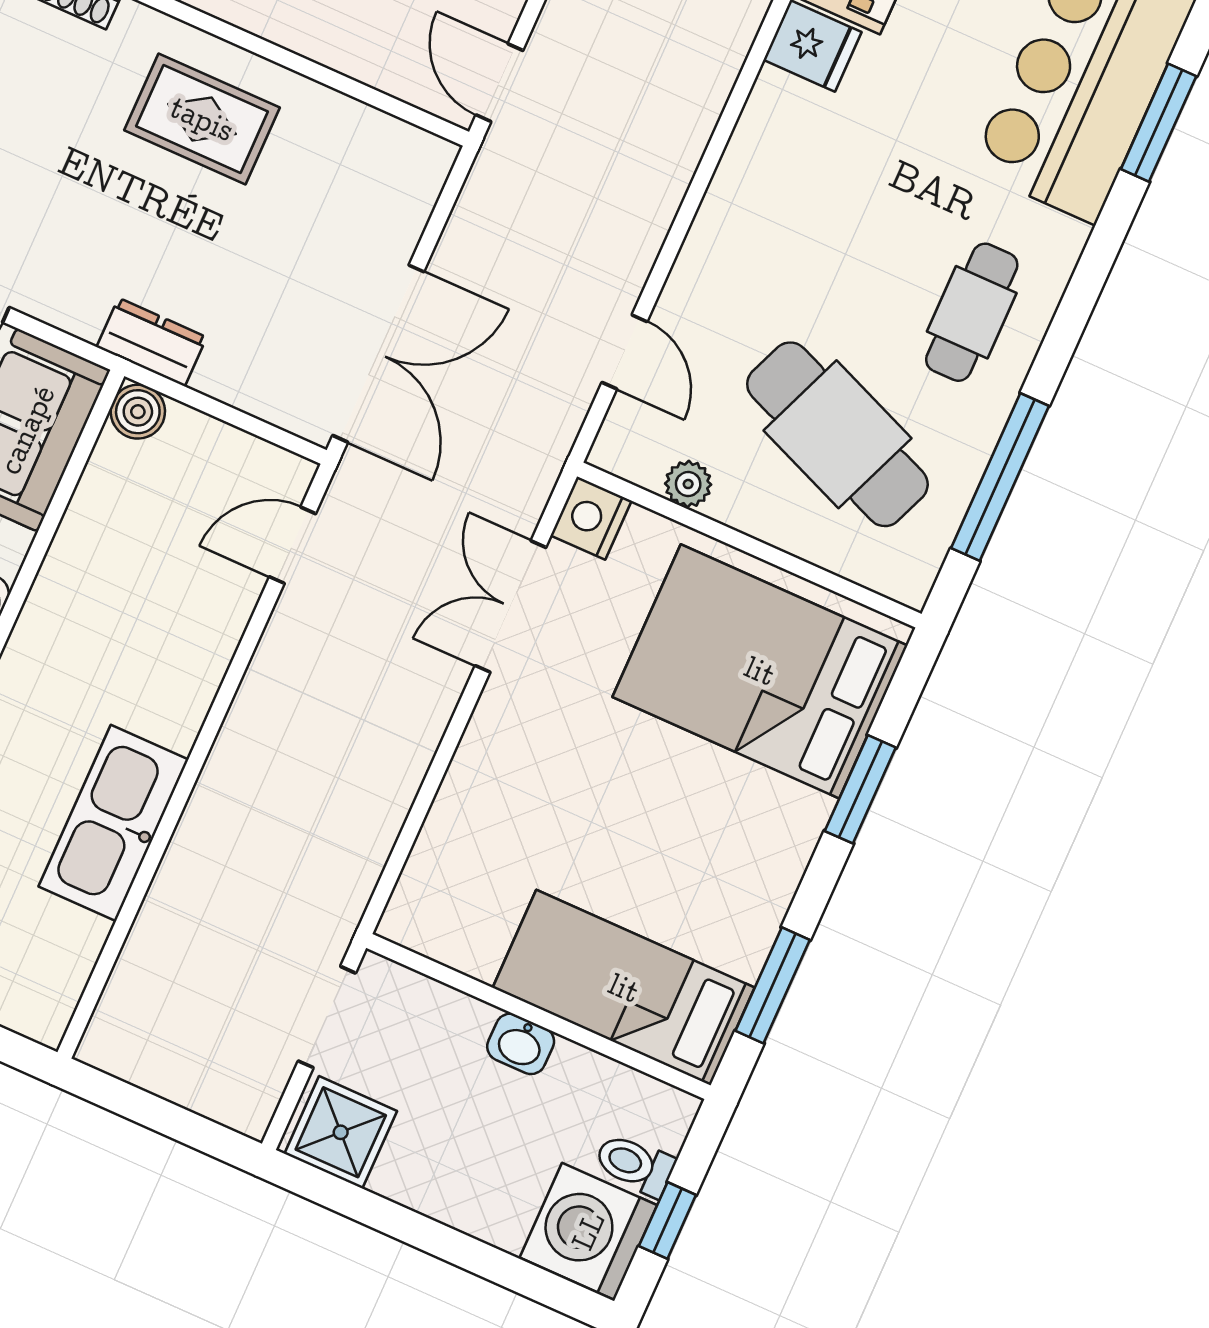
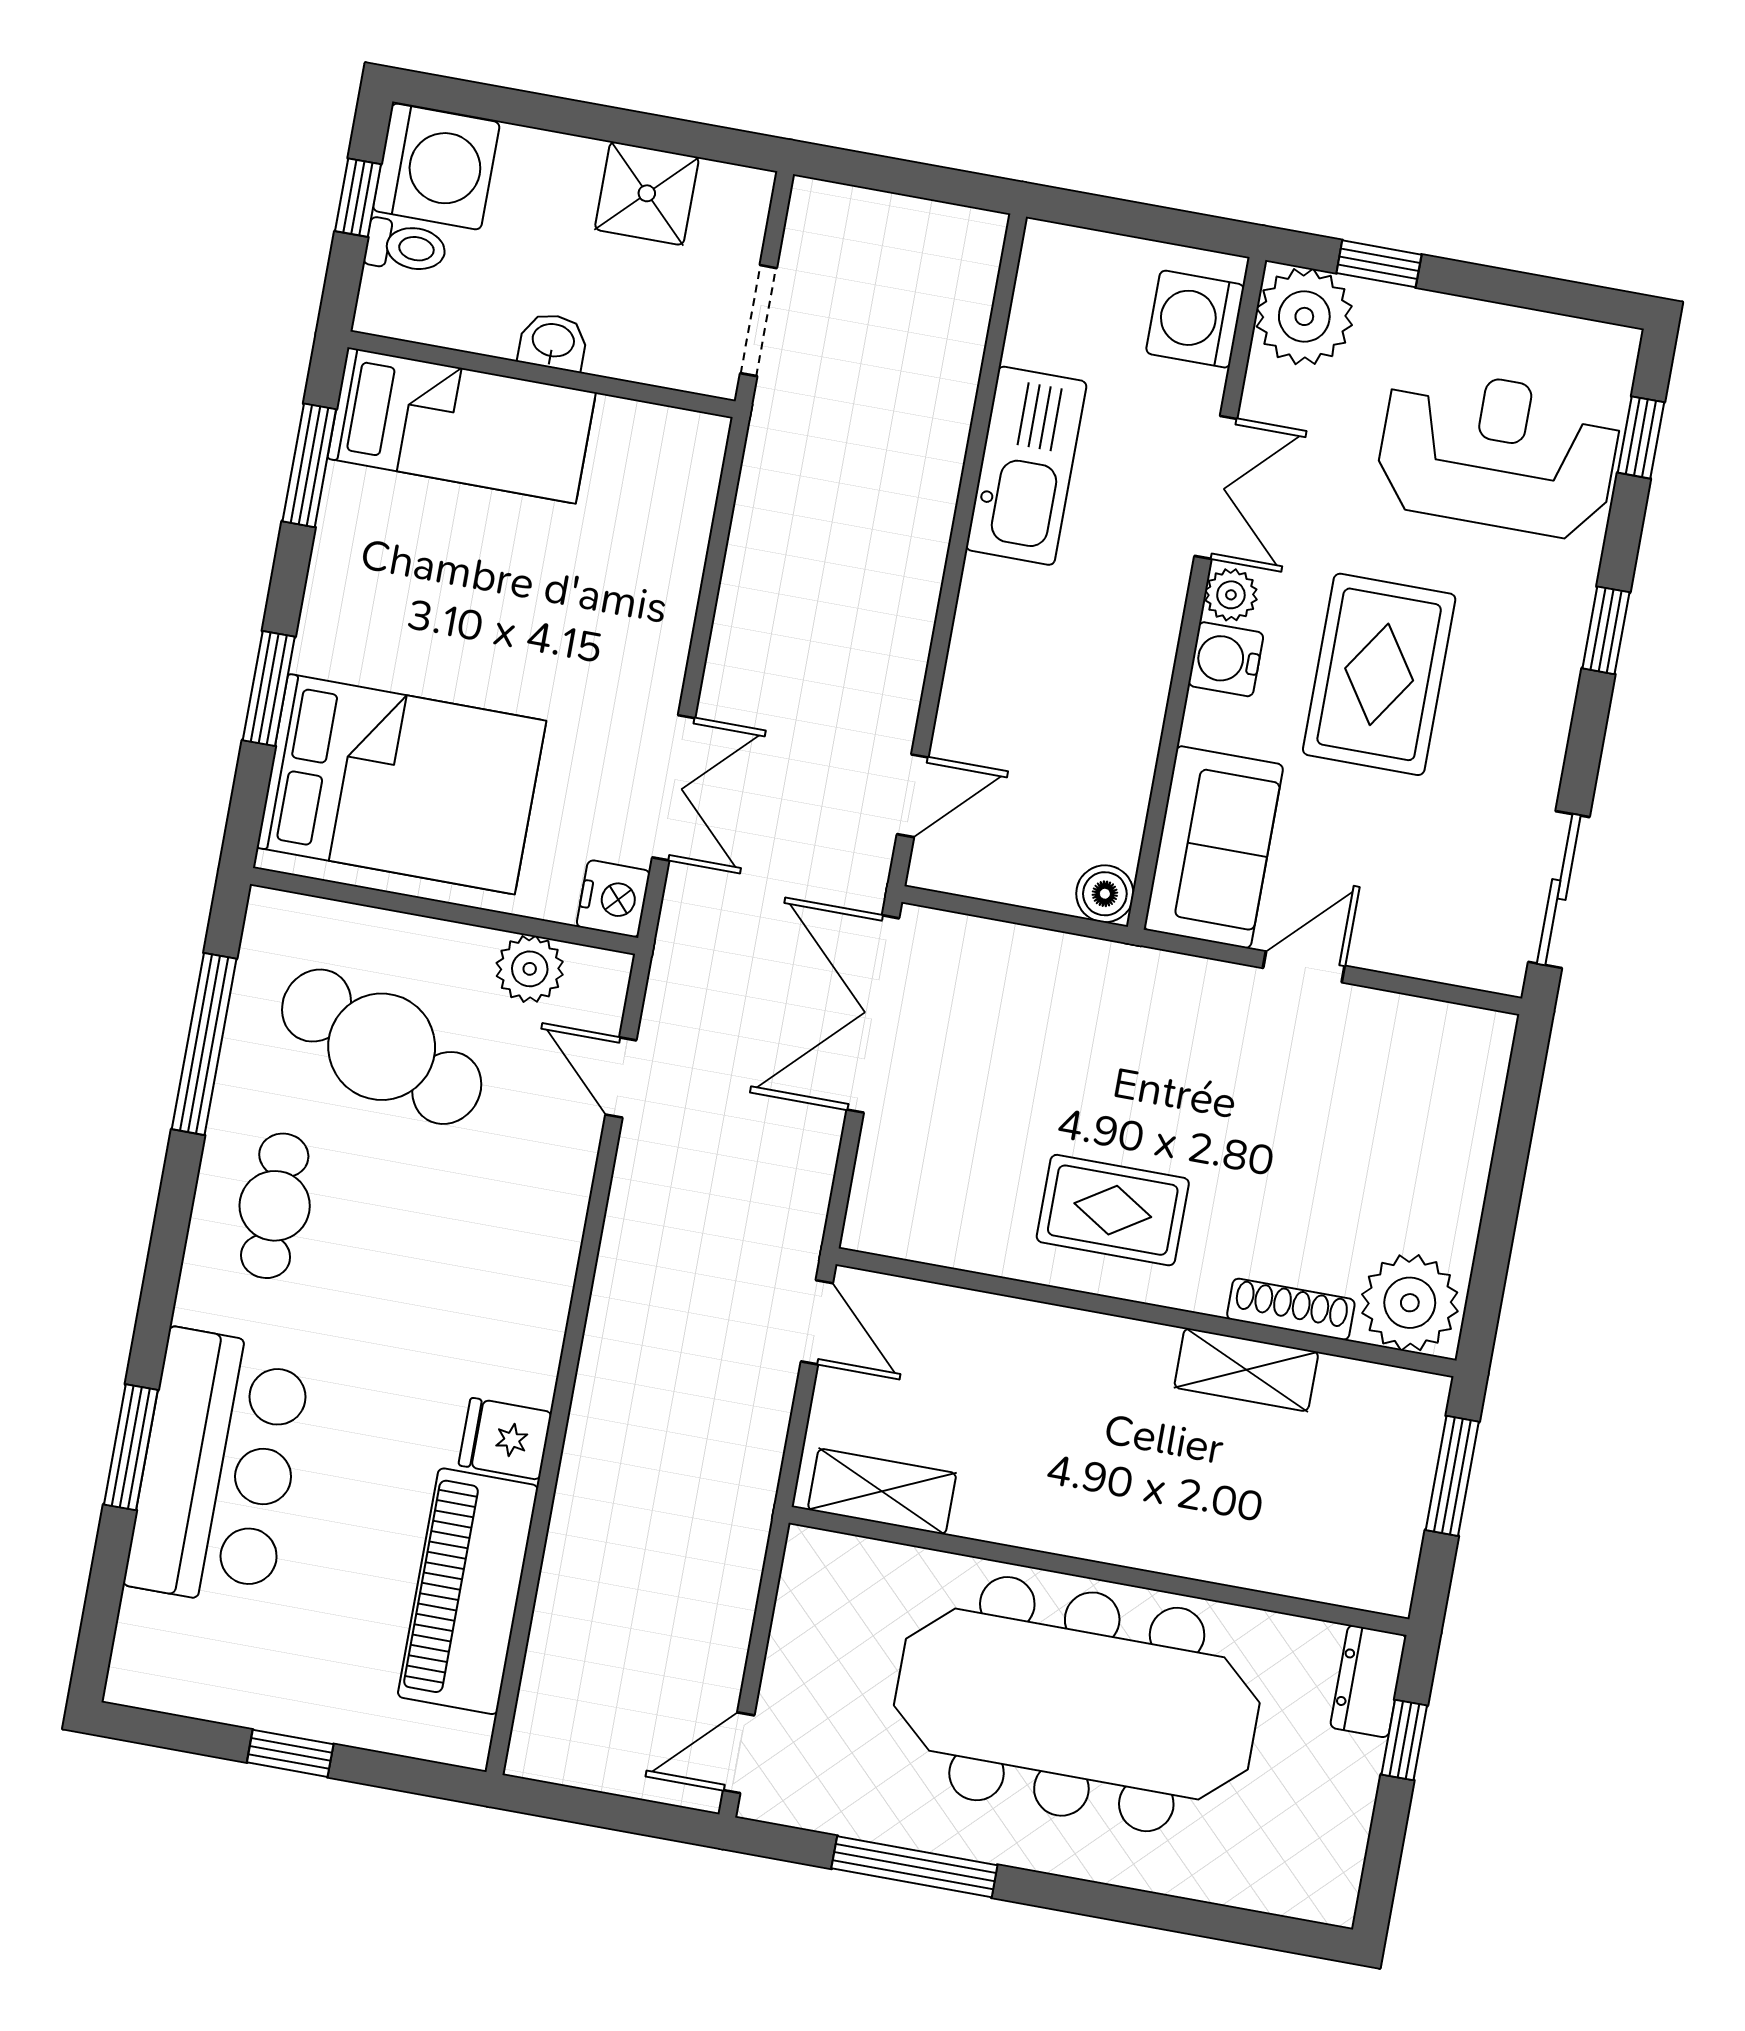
dresser: (152, 342) -> (1108, 969), removed
plant: (688, 484) -> (530, 969), width x1.38, depth x1.38
shower: (341, 1132) -> (647, 193), moved

